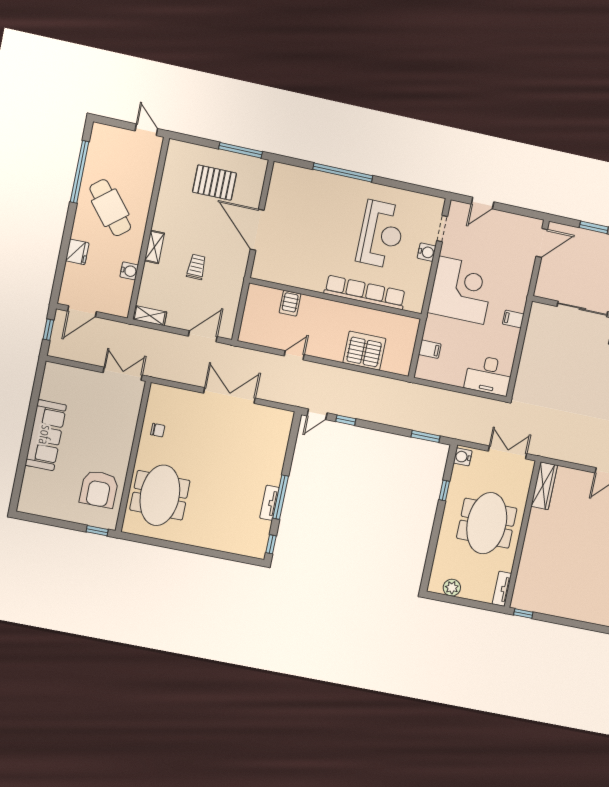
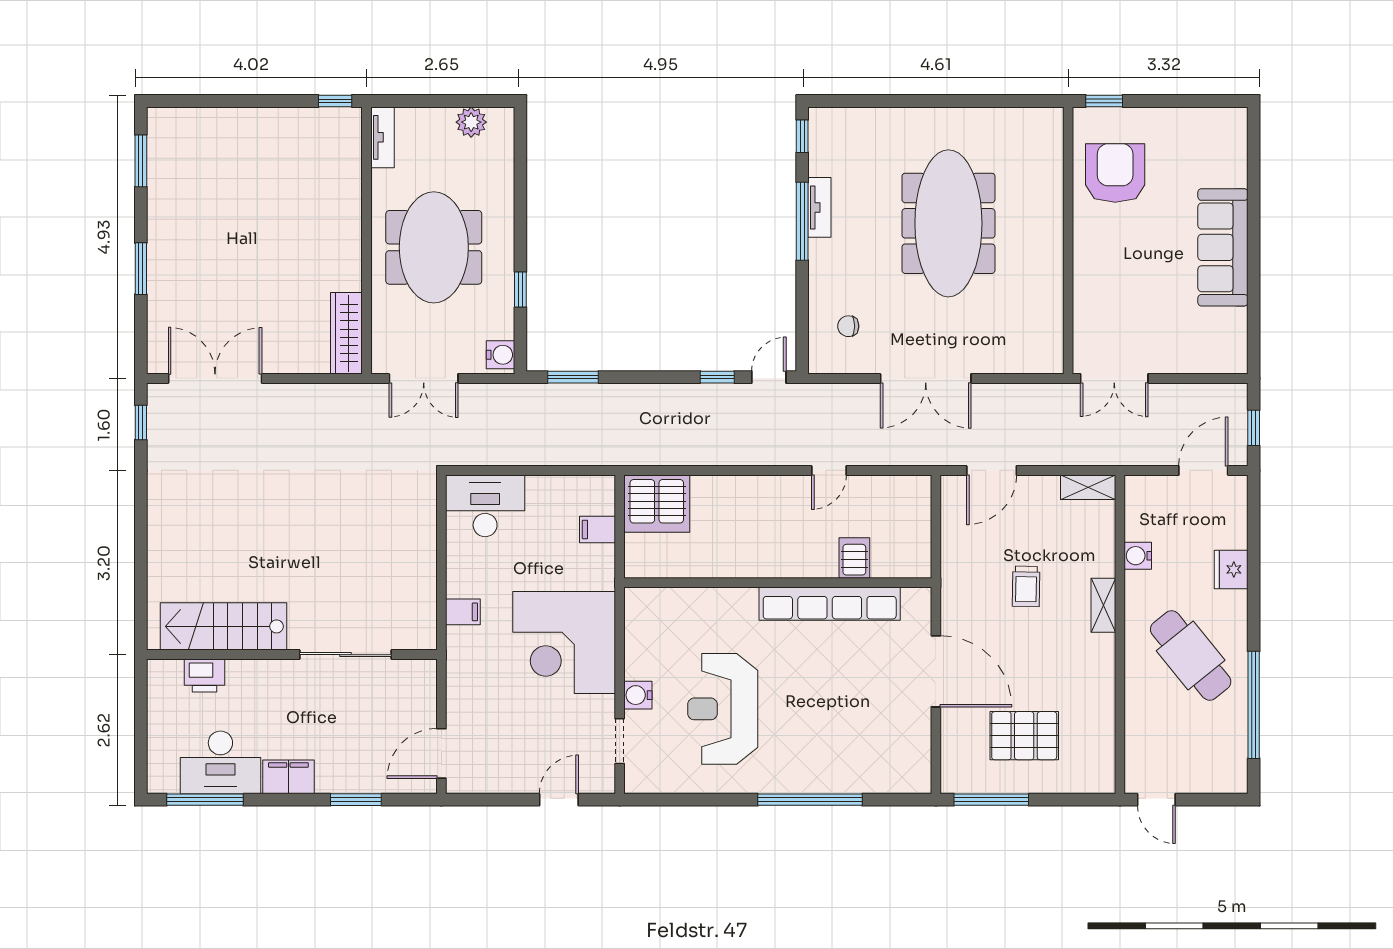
row of seats: (365, 292) -> (830, 604), moved
server rack: (364, 351) -> (657, 504), moved
chair: (158, 430) -> (848, 326), moved
meeting table: (160, 495) -> (948, 223), moved, width x1.36

